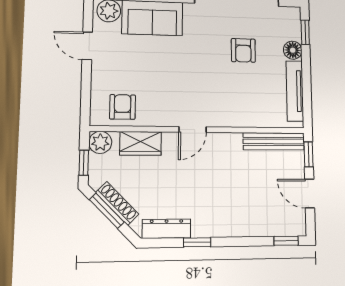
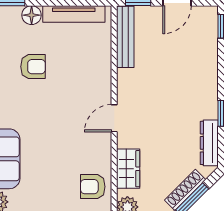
door: (193, 130) -> (114, 118), swing flipped

